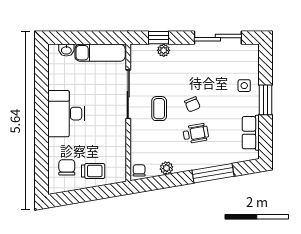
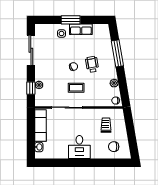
desk: (66, 114) -> (79, 147), width x0.73
row of seats: (251, 133) -> (81, 29), moved
trolley: (93, 171) -> (106, 125), moved

